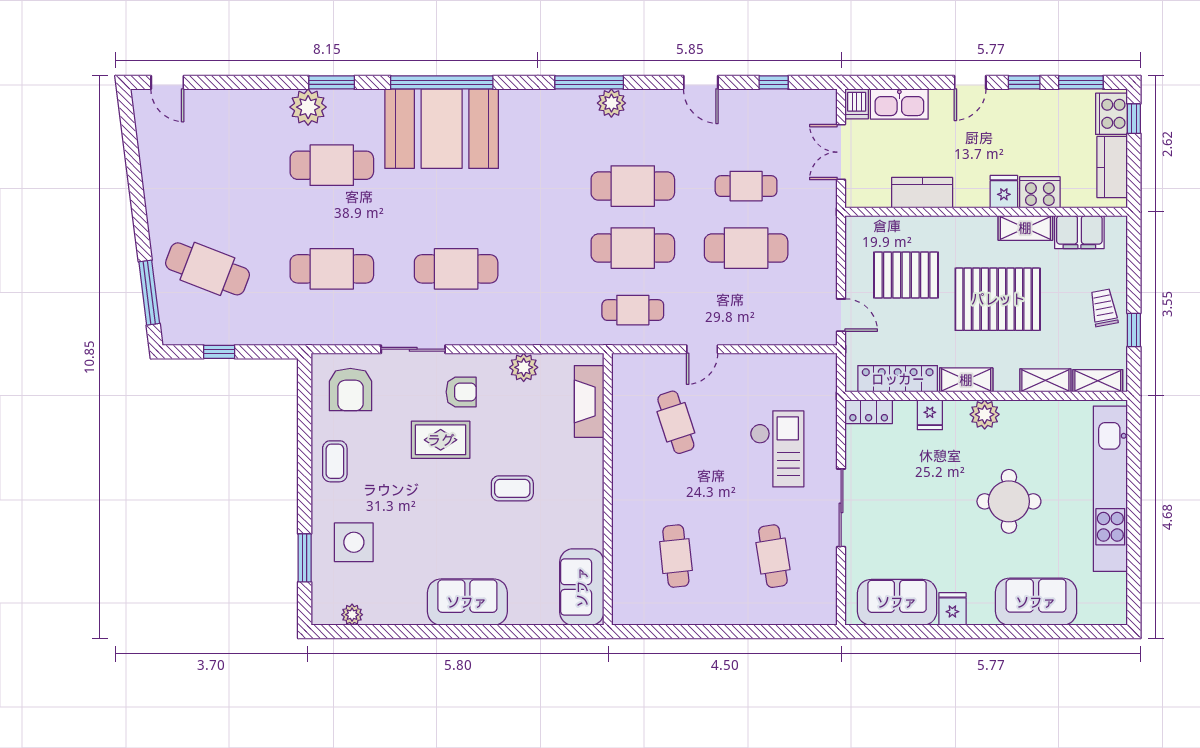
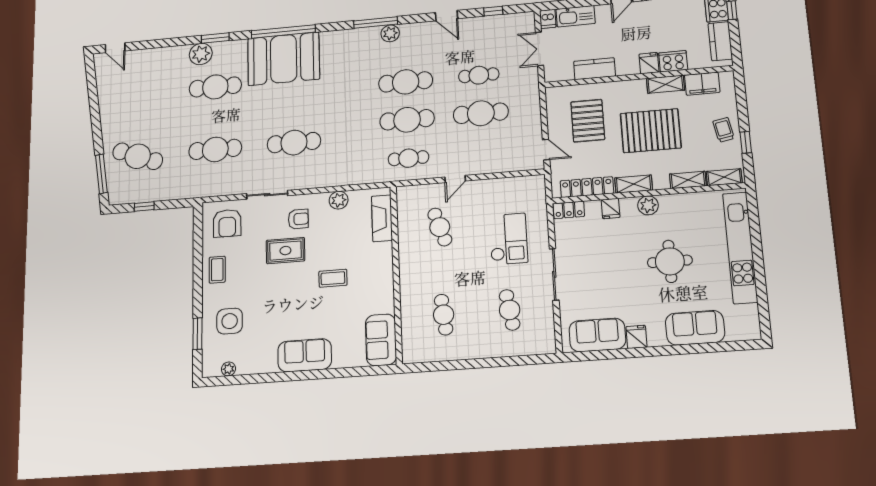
pallet: (906, 275) -> (588, 121), turned 90

